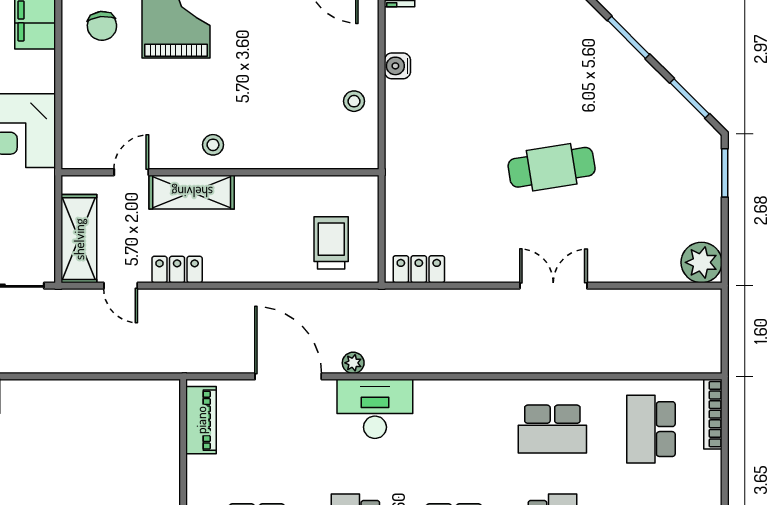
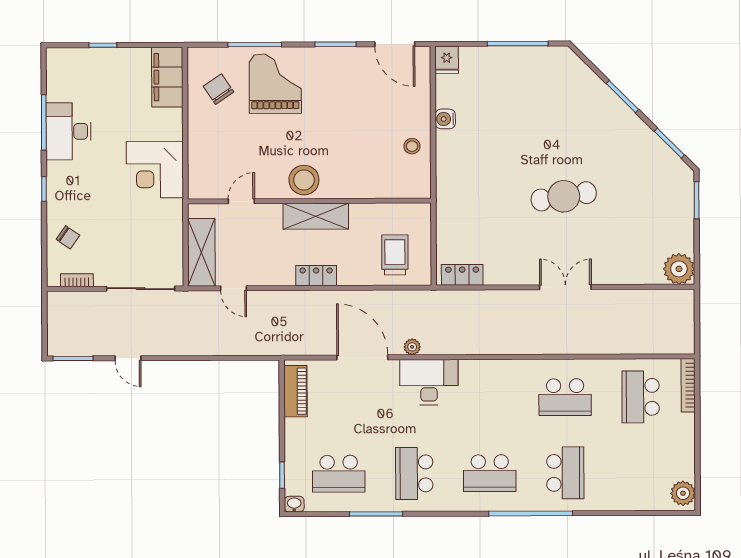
chair: (102, 26) -> (219, 89), turned 152
stool: (213, 145) -> (304, 180), width x1.89, depth x1.89
shelving: (192, 192) -> (316, 216), moved
locker: (177, 269) -> (316, 276), moved

